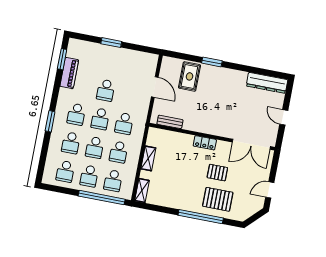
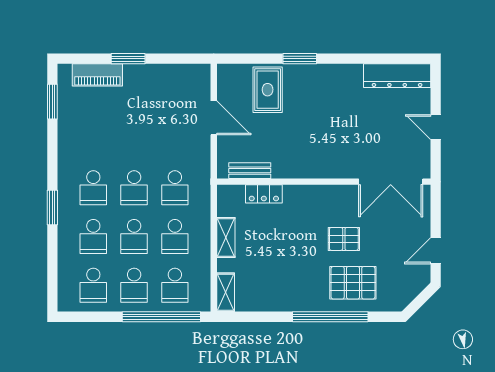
piano: (69, 73) -> (97, 75), moved, turned 90
school desk: (106, 90) -> (134, 139), removed
locker: (205, 143) -> (264, 194), moved

